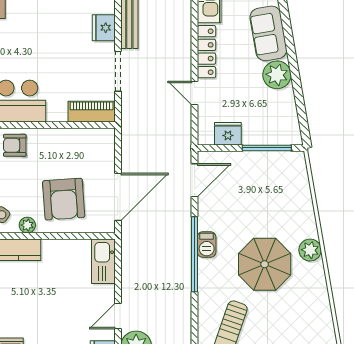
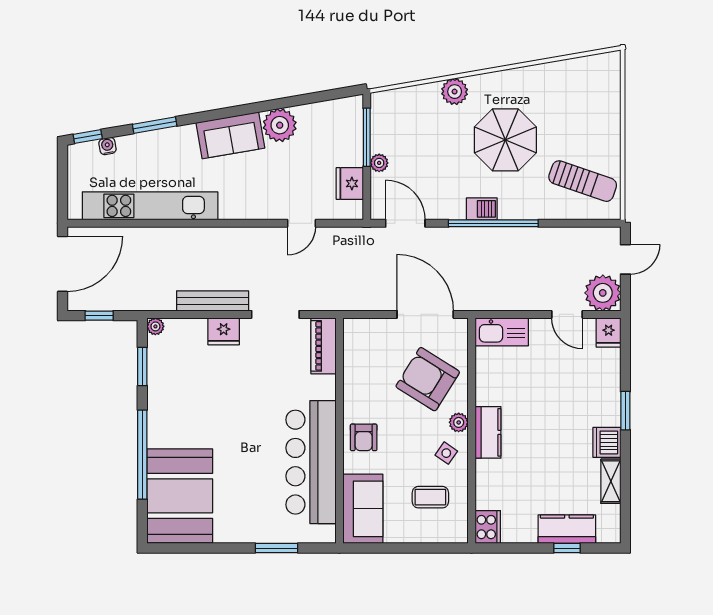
locker: (206, 52) -> (252, 209), removed
plant: (245, 158) -> (379, 163), added
armchair: (64, 199) -> (428, 379), turned -144
plant: (310, 250) -> (455, 92), moved

